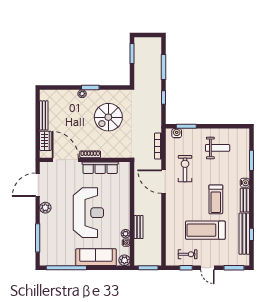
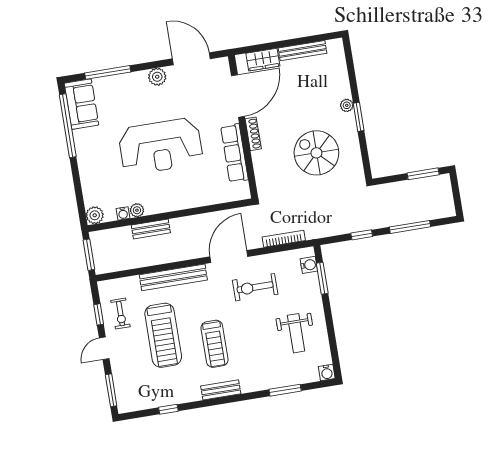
exercise bike: (185, 169) -> (255, 287), turned 180
water cooler: (245, 183) -> (327, 372), moved
treadmill: (216, 199) -> (215, 344), turned -90
treadmill: (205, 230) -> (163, 335), turned 180
bench: (244, 234) -> (173, 277), moved
sofa: (96, 257) -> (81, 104), moved, width x0.73

